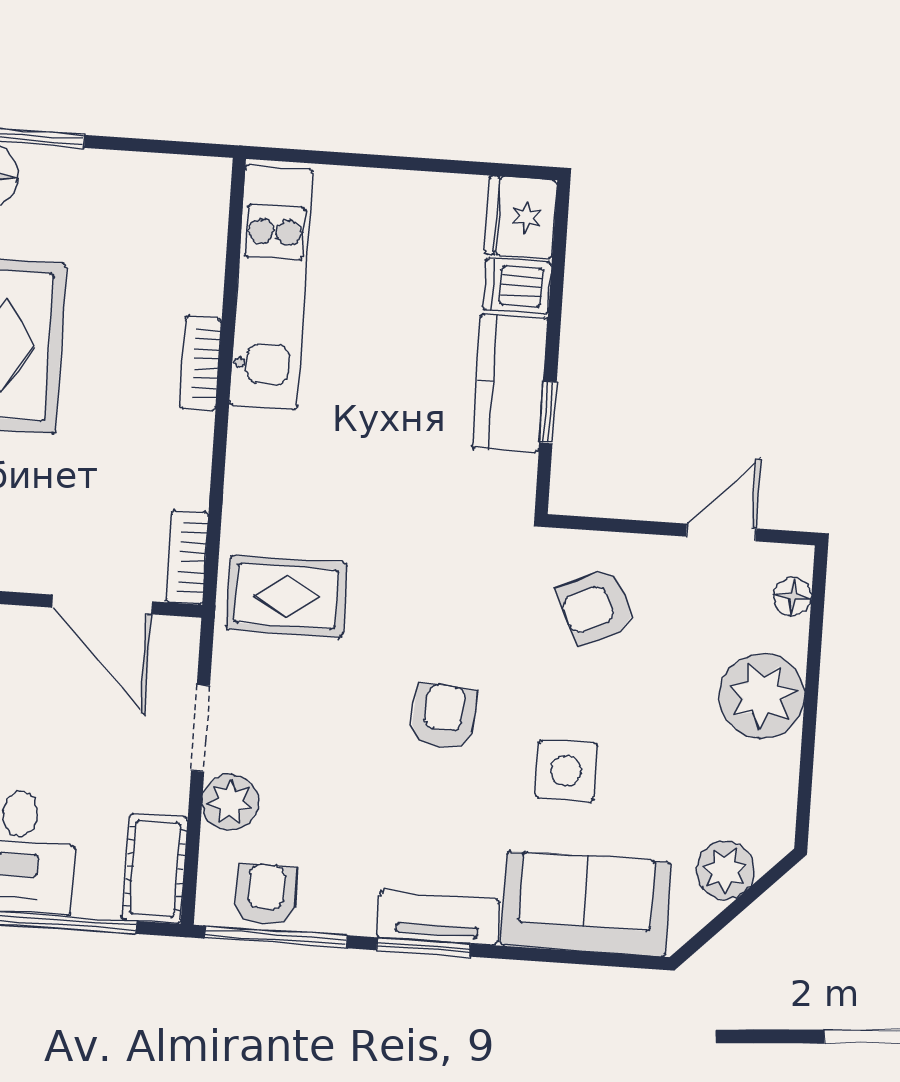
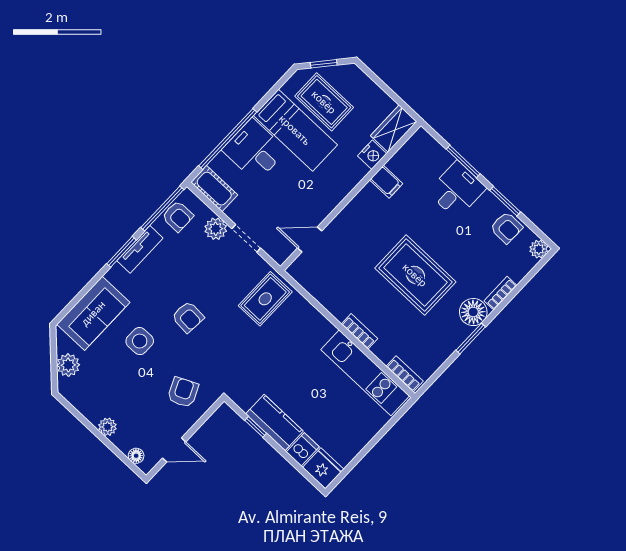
door: (721, 533) -> (174, 450), hinge flipped
bookcase: (187, 557) -> (405, 374), moved
door: (102, 604) -> (310, 239), width x0.73
plant: (762, 696) -> (107, 427), width x0.53, depth x0.53
tv unit: (438, 918) -> (140, 249), moved

